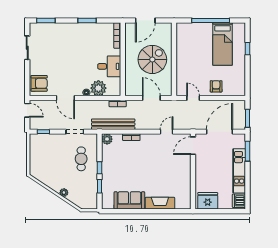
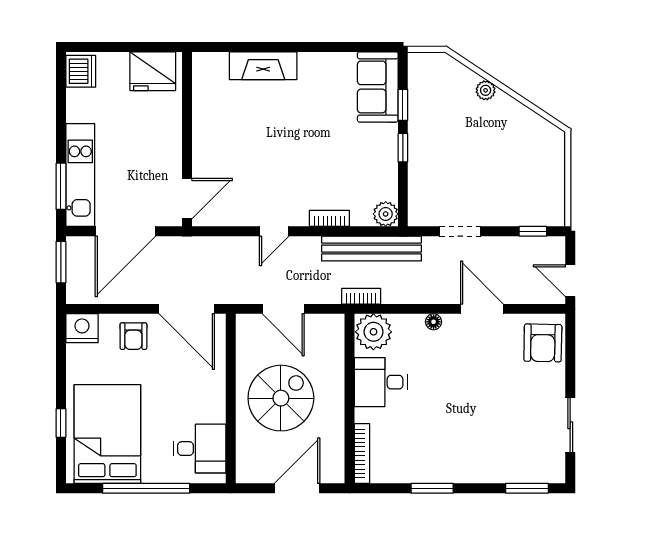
desk: (187, 38) -> (200, 449), added
bed: (223, 44) -> (107, 434), width x1.50
spiral stairs: (152, 59) -> (281, 398), turned 180
armchair: (39, 83) -> (543, 343), turned -89
plant: (98, 88) -> (373, 332), moved
nightstand: (238, 90) -> (82, 328), added
door: (193, 98) -> (187, 309), width x1.88
door: (167, 132) -> (274, 231), moved
cafe table: (81, 159) -> (446, 168), removed
kitchen unit: (239, 171) -> (80, 175), moved
sofa: (129, 200) -> (378, 87), moved, turned 90

